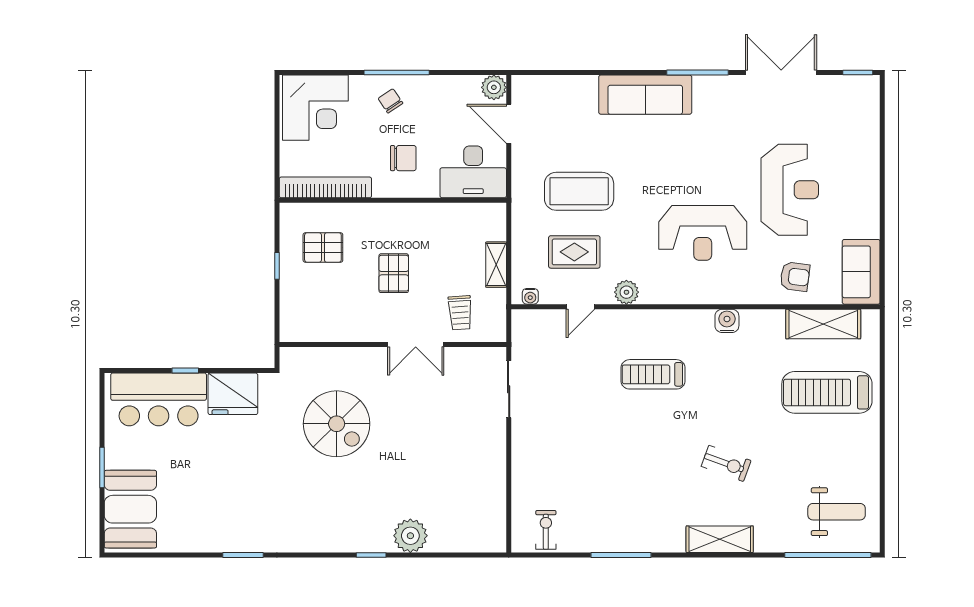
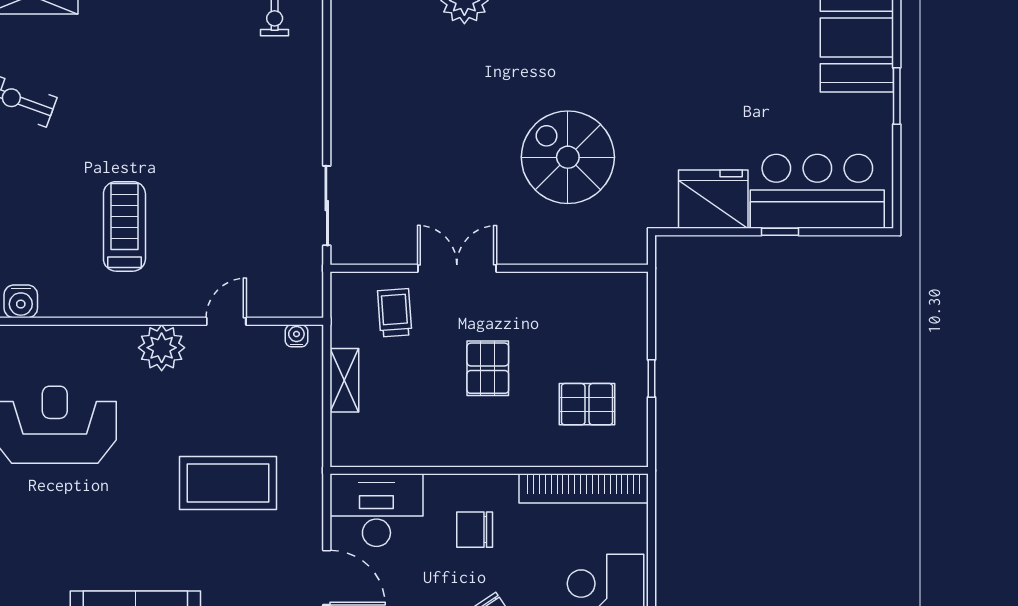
rug: (574, 252) -> (235, 398), removed
plant: (626, 292) -> (162, 348), width x1.36, depth x1.36
treadmill: (653, 374) -> (124, 226), turned -90

